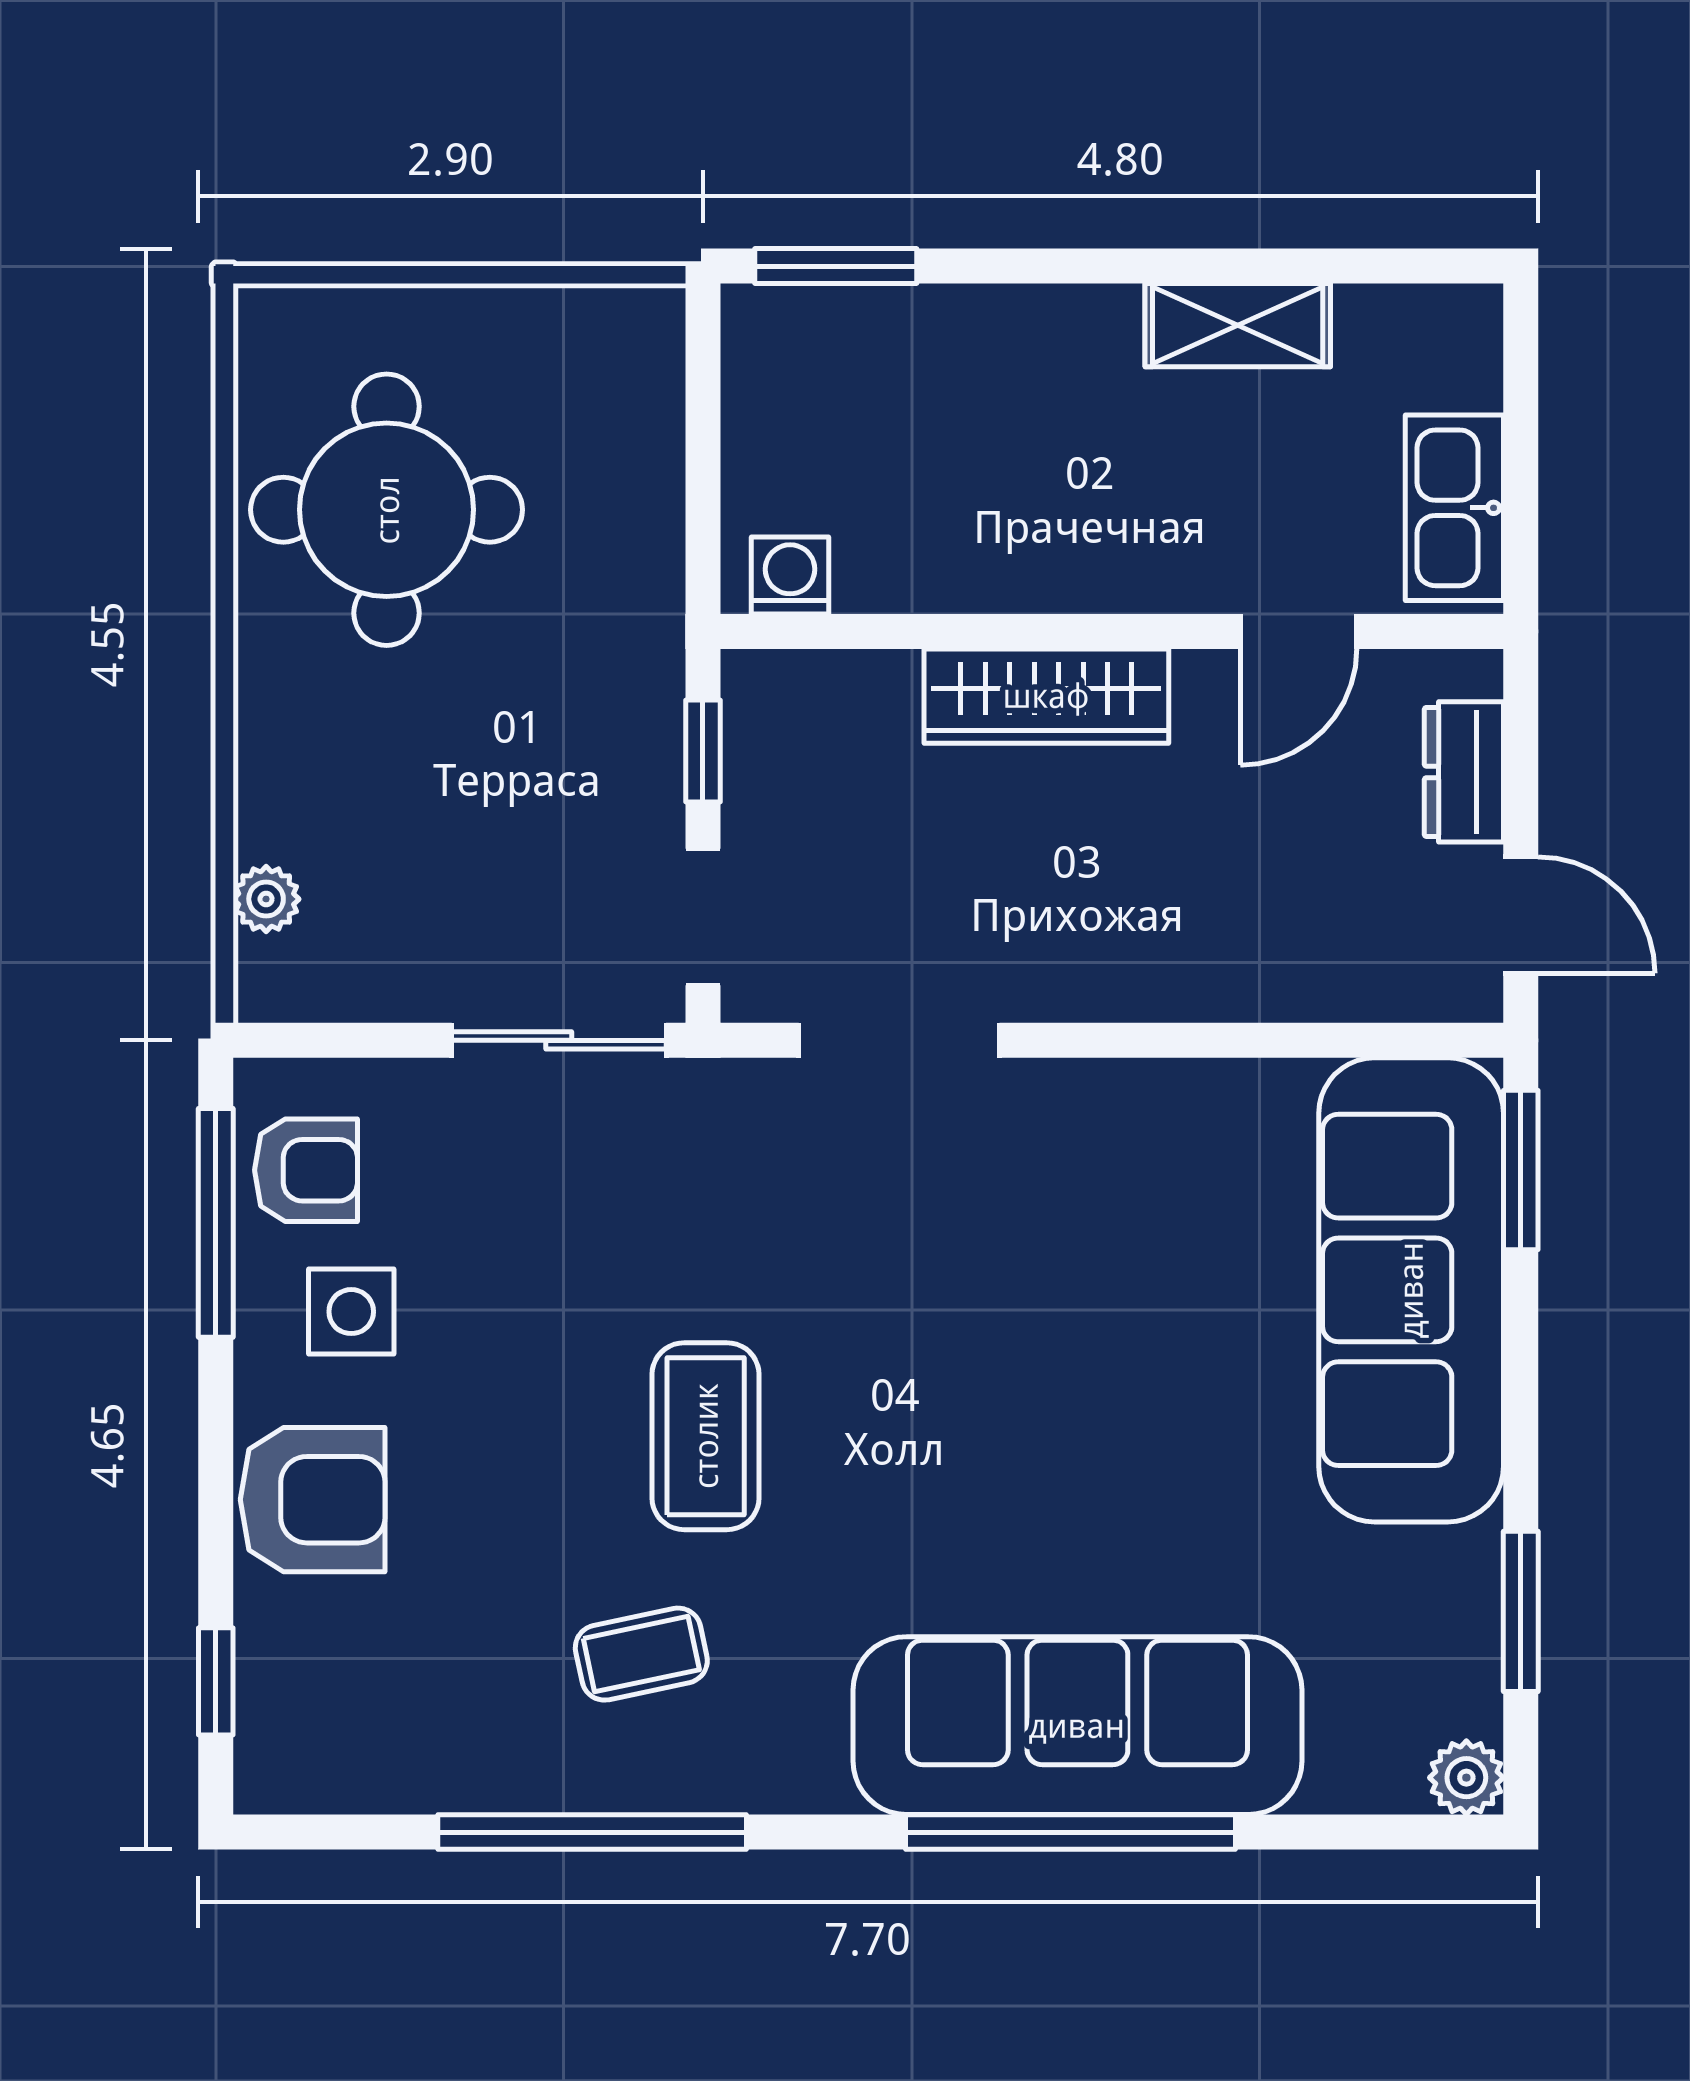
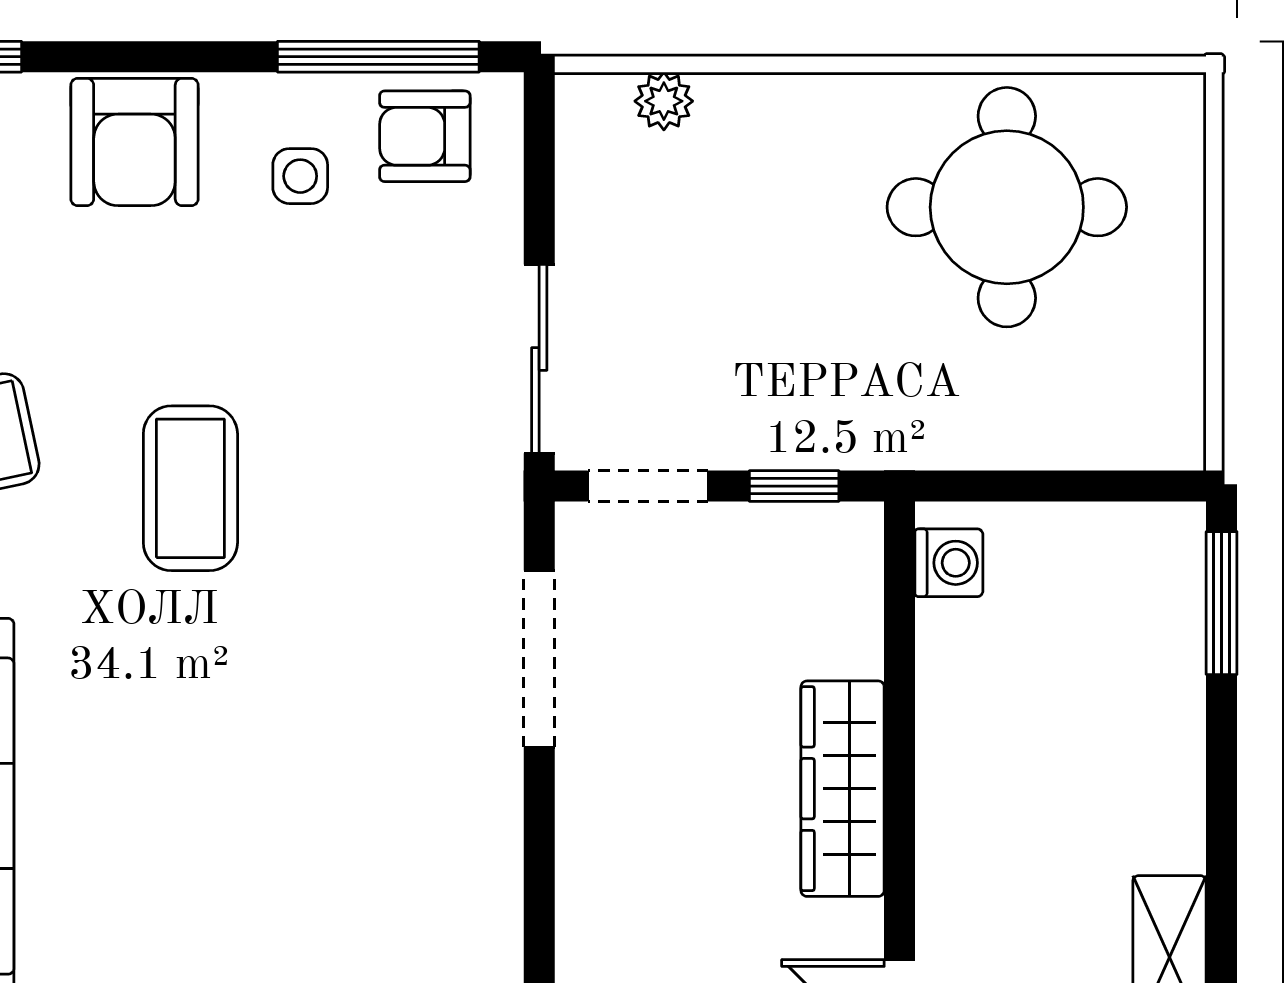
armchair: (306, 1170) -> (425, 136), turned 90
side table: (351, 1312) -> (300, 176), width x0.73, depth x0.73
coffee table: (706, 1436) -> (190, 488), turned 90

